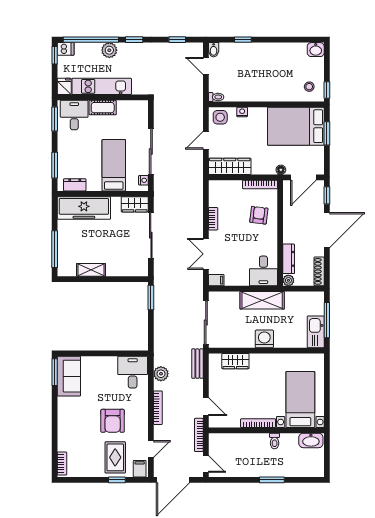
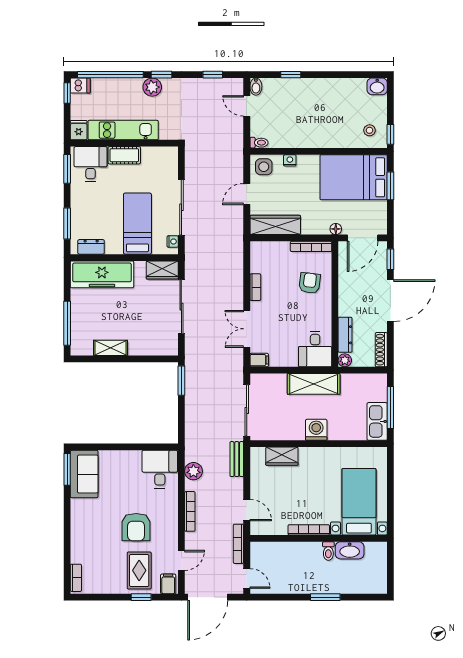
plant: (109, 50) -> (152, 87), moved
washbasin: (311, 440) -> (350, 550), moved

